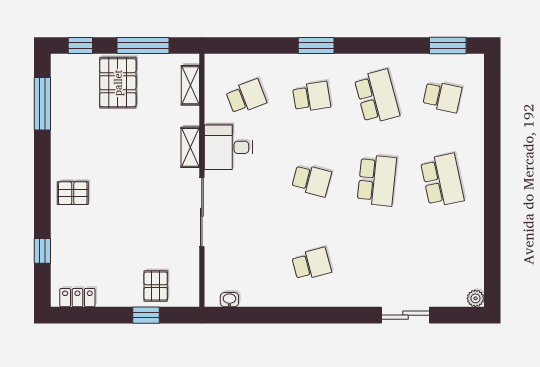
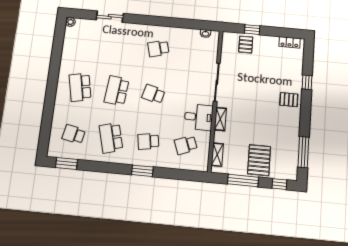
window: (42, 251) -> (307, 82), moved

